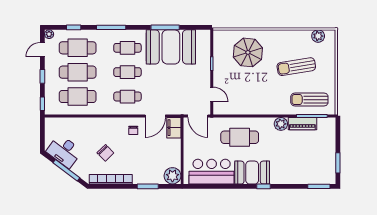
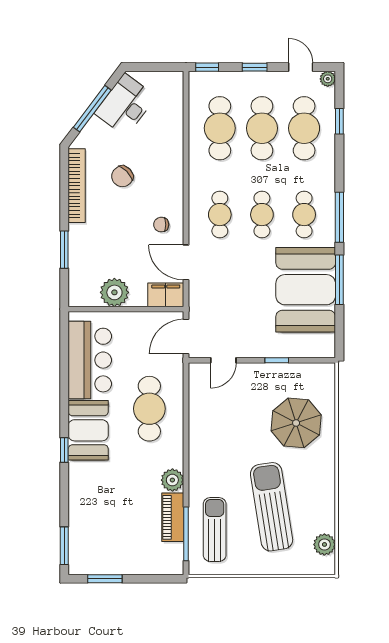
window: (111, 27) -> (339, 217), moved
sun lounger: (296, 67) -> (272, 507), width x1.36, depth x1.34
plant: (172, 176) -> (114, 292), moved

